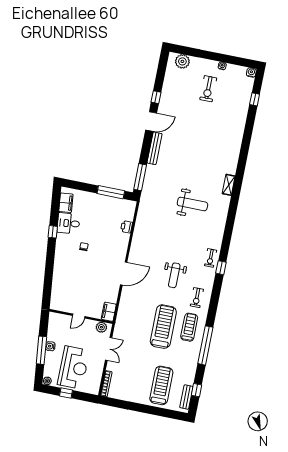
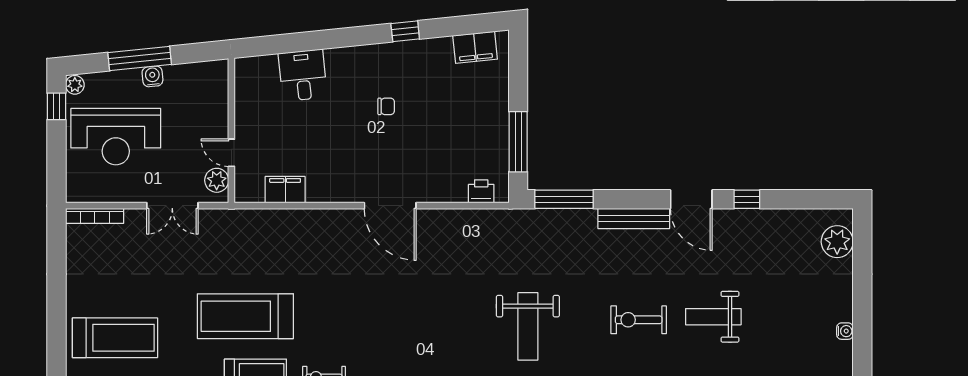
exercise bike: (208, 89) -> (639, 320), moved
desk: (68, 223) -> (303, 75), moved
printer: (127, 227) -> (481, 191), moved
door: (124, 273) -> (390, 206), moved
weight bench: (174, 275) -> (713, 317), moved
filing cabinet: (109, 312) -> (285, 190), moved
door: (79, 316) -> (231, 153), moved
treadmill: (163, 327) -> (245, 316), turned 180
window: (66, 393) -> (56, 106), moved

